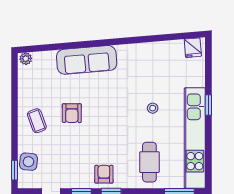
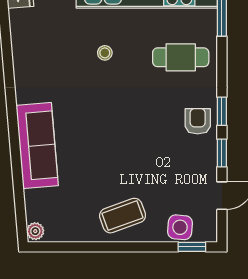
armchair: (72, 113) -> (112, 166), removed
coffee table: (37, 121) -> (123, 216), width x1.36, depth x1.30
armchair: (104, 174) -> (198, 121), turned 90

